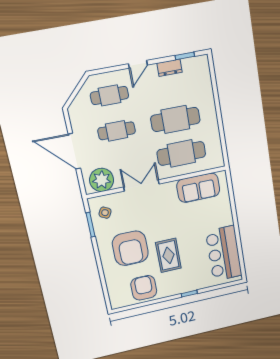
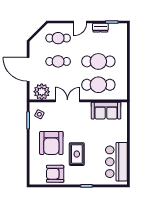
armchair: (144, 288) -> (55, 174), turned -90

